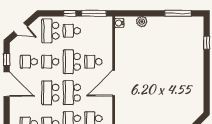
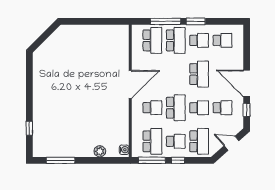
school desk: (72, 93) -> (152, 141), moved

